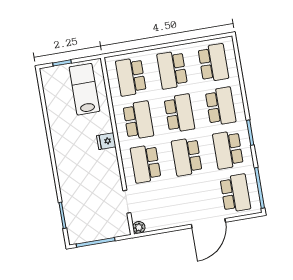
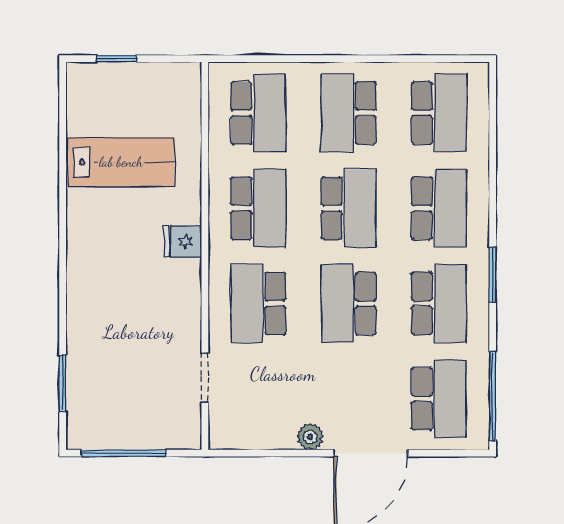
school desk: (131, 77) -> (258, 113), turned 180
lab bench: (84, 89) -> (121, 162), moved, turned 90
school desk: (228, 150) -> (439, 303), turned 180
plant: (139, 227) -> (310, 437), moved

